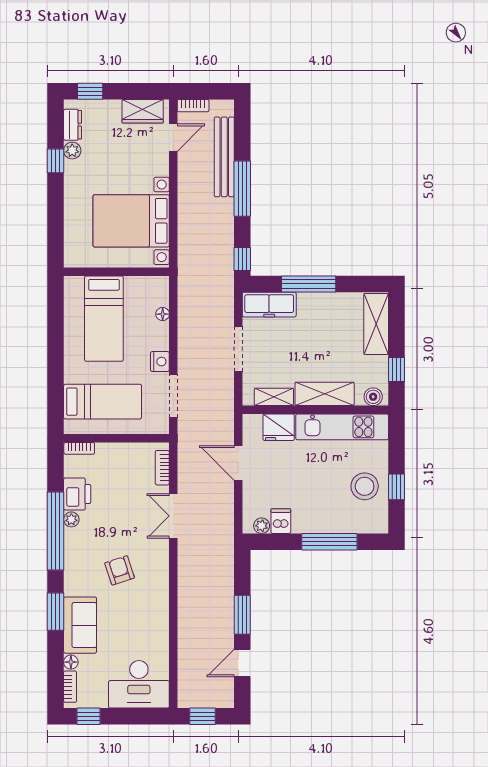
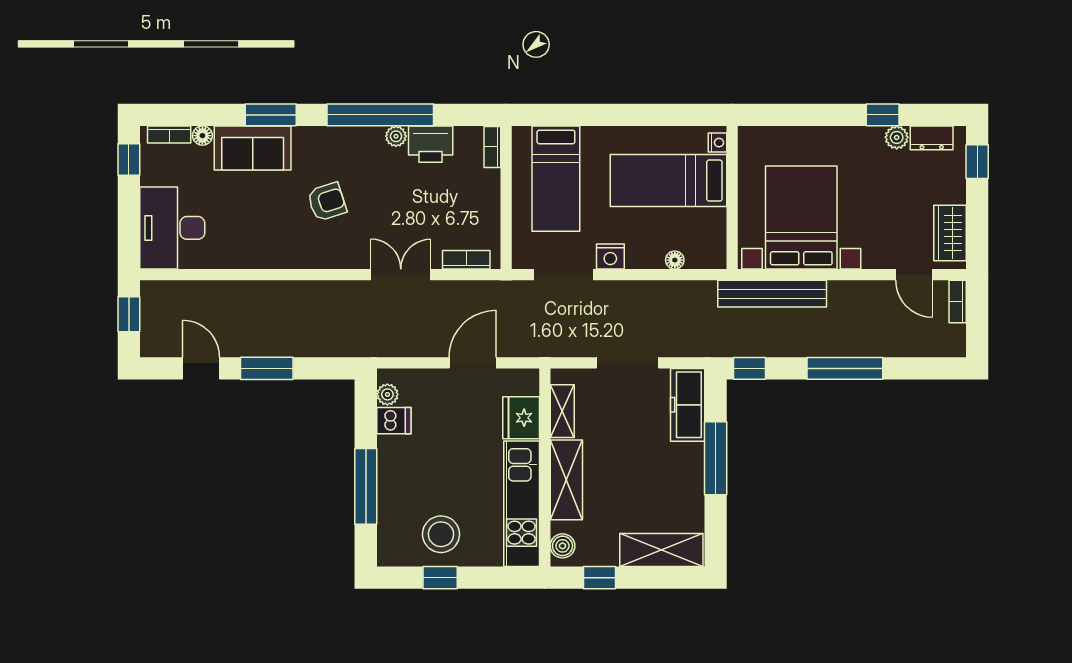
bench: (224, 157) -> (772, 294), moved
nightstand: (76, 283) -> (717, 143), added

